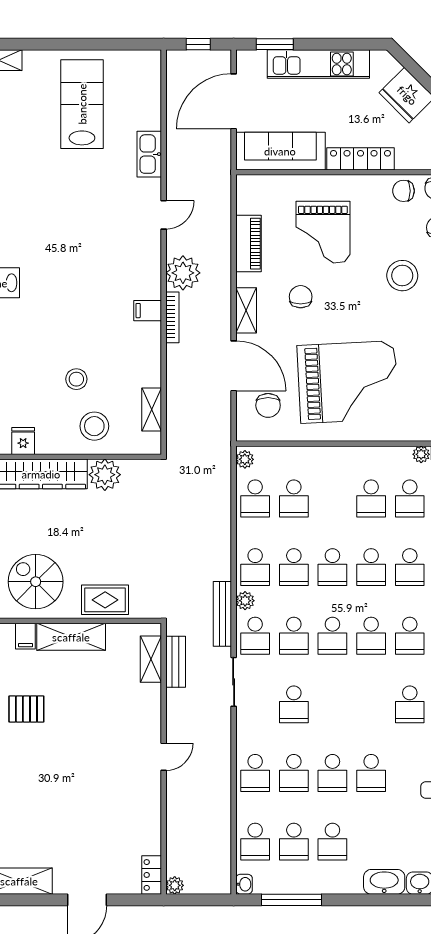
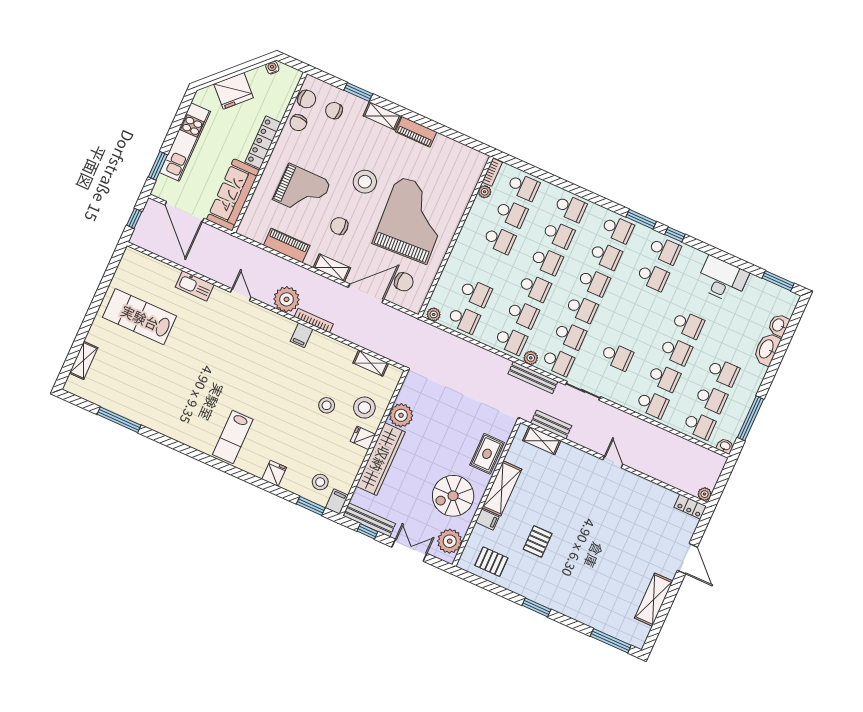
stool: (402, 276) -> (365, 182), moved
fridge: (23, 441) -> (363, 438), moved

